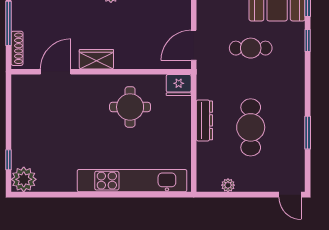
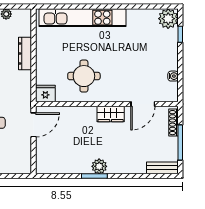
water cooler: (18, 107) -> (173, 76), added
dresser: (204, 120) -> (25, 54), moved

